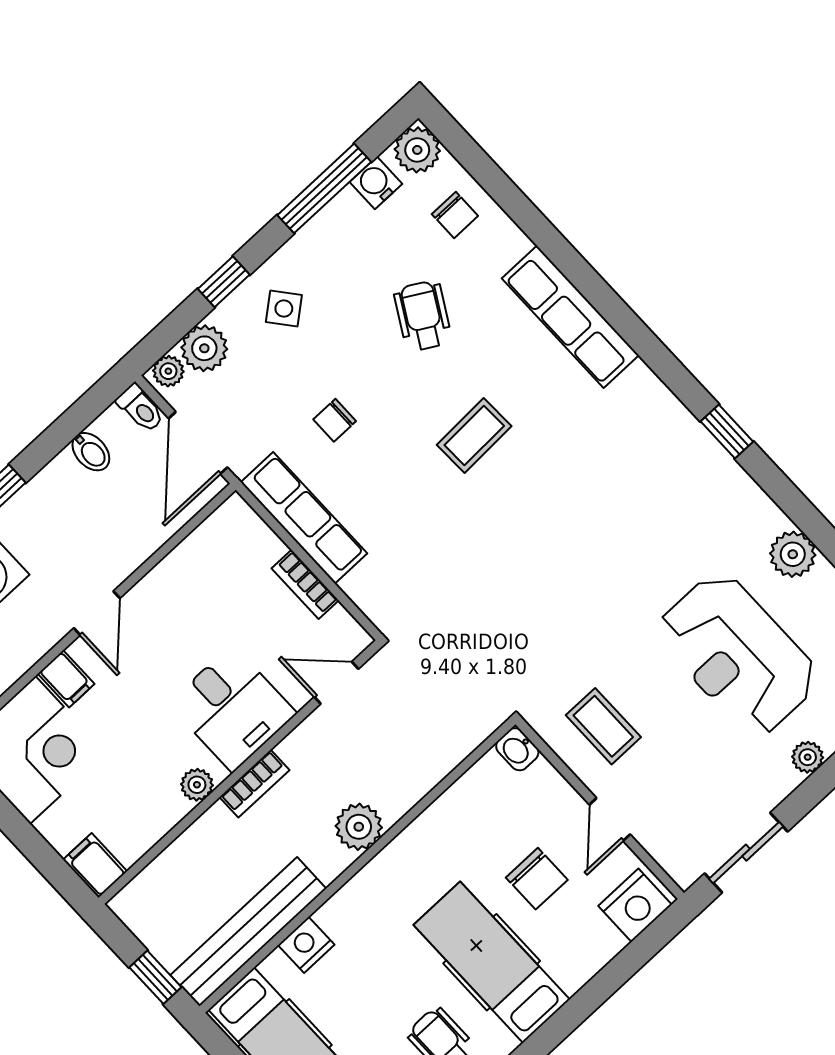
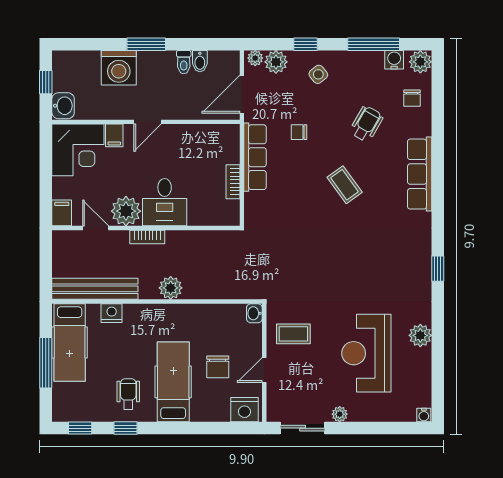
toilet: (140, 408) -> (184, 62), moved
coffee table: (474, 436) -> (345, 185), turned 56
door: (336, 683) -> (96, 228), moved
coffee table: (603, 726) -> (293, 334), turned 90
plant: (808, 757) -> (340, 414), moved
plant: (197, 785) -> (126, 211), width x1.87, depth x1.87
window: (155, 977) -> (46, 274), removed

